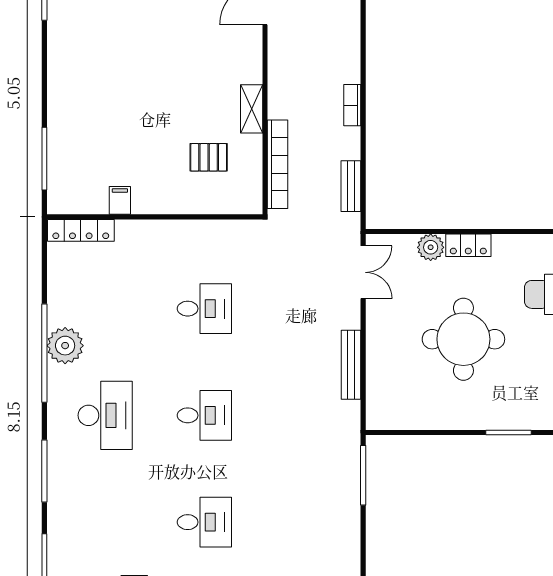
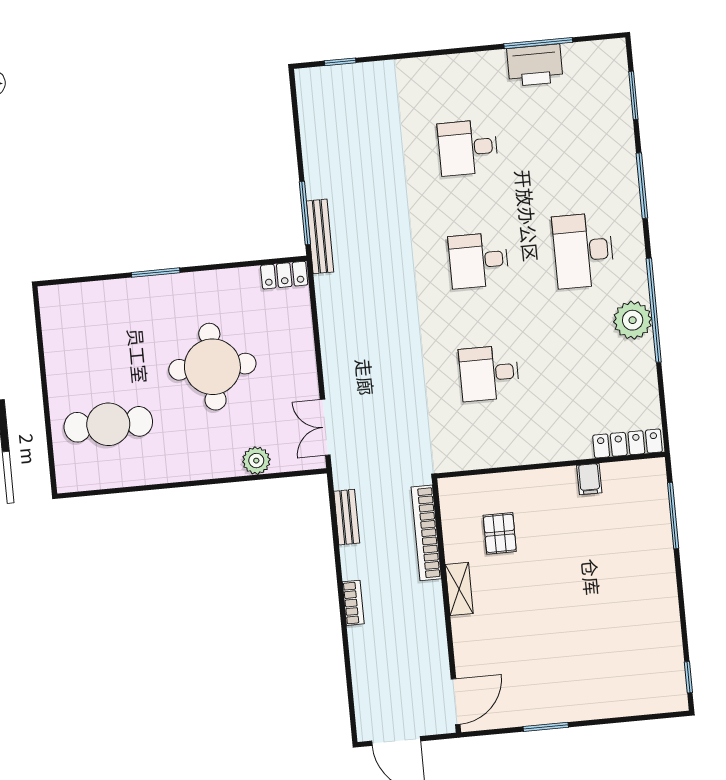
pallet: (209, 157) -> (500, 533), turned 90
locker: (468, 245) -> (284, 275), moved, turned 180
bench: (351, 365) -> (320, 236), moved

